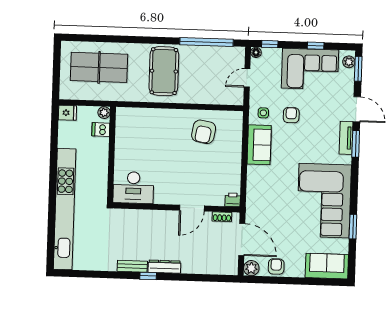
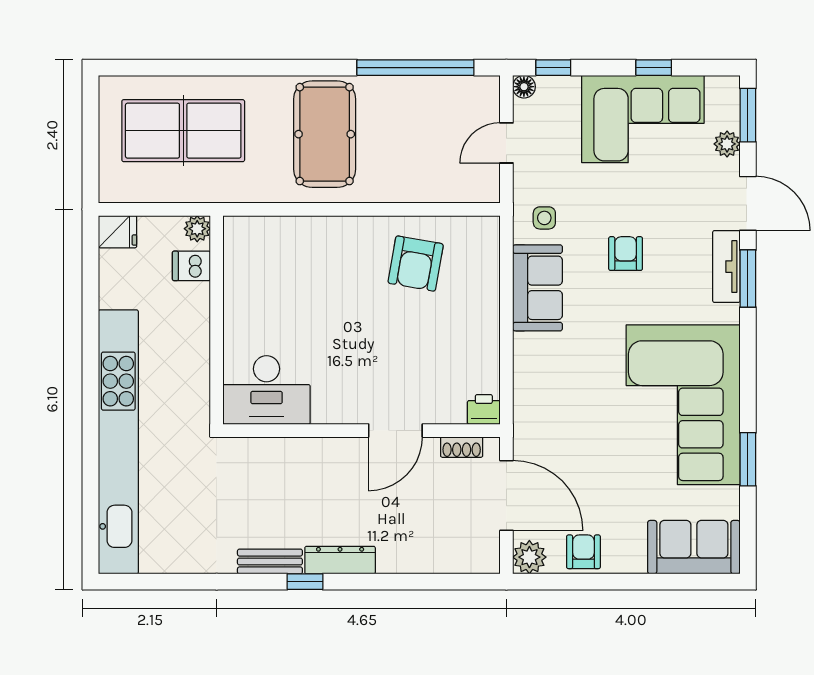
plant: (349, 62) -> (727, 144), moved
armchair: (291, 115) -> (626, 254), moved

